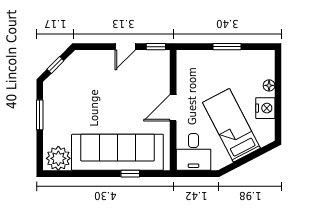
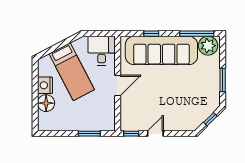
window: (227, 47) -> (89, 134), moved
floor lamp: (269, 85) -> (46, 103), width x1.89, depth x1.89
window: (73, 174) -> (197, 34), added

